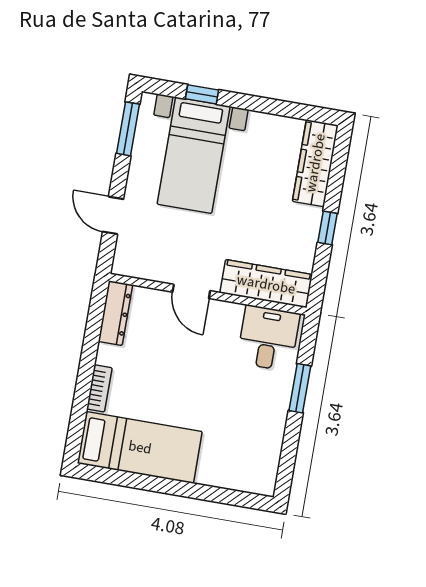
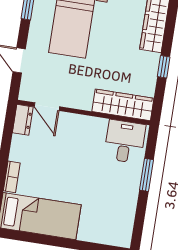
door: (191, 291) -> (47, 107), moved
dresser: (115, 313) -> (23, 120), width x0.70

